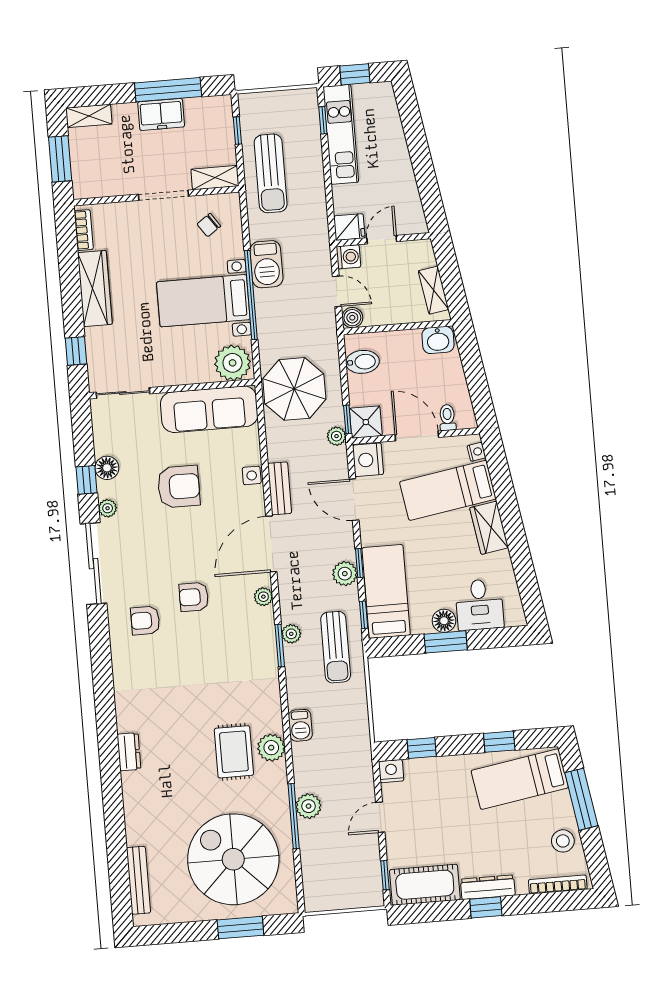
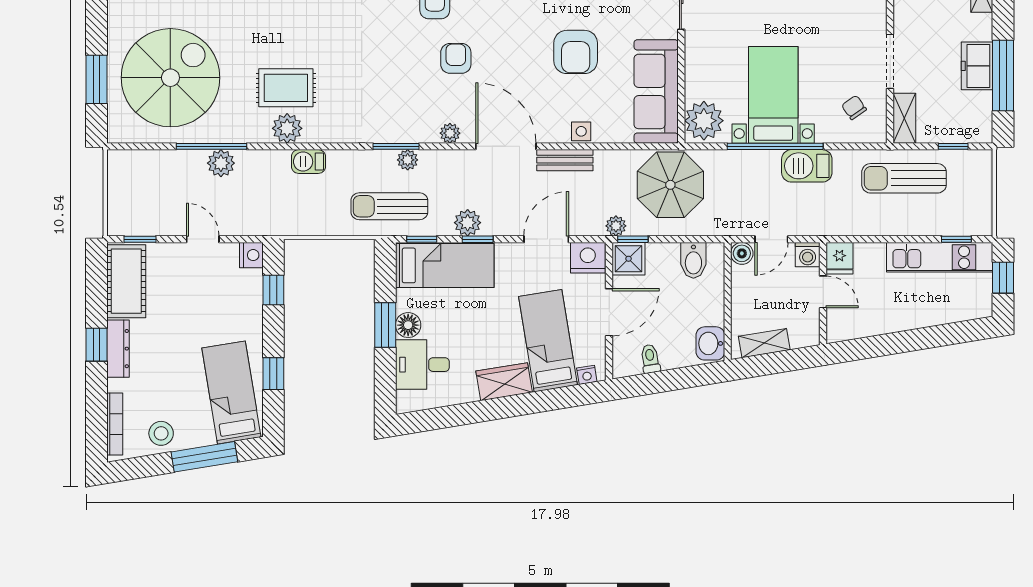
toilet: (447, 418) -> (650, 359), moved, turned -99

